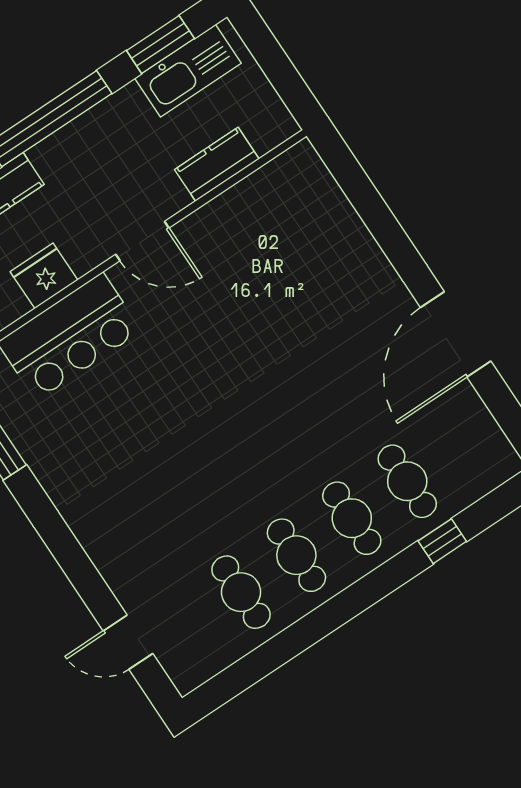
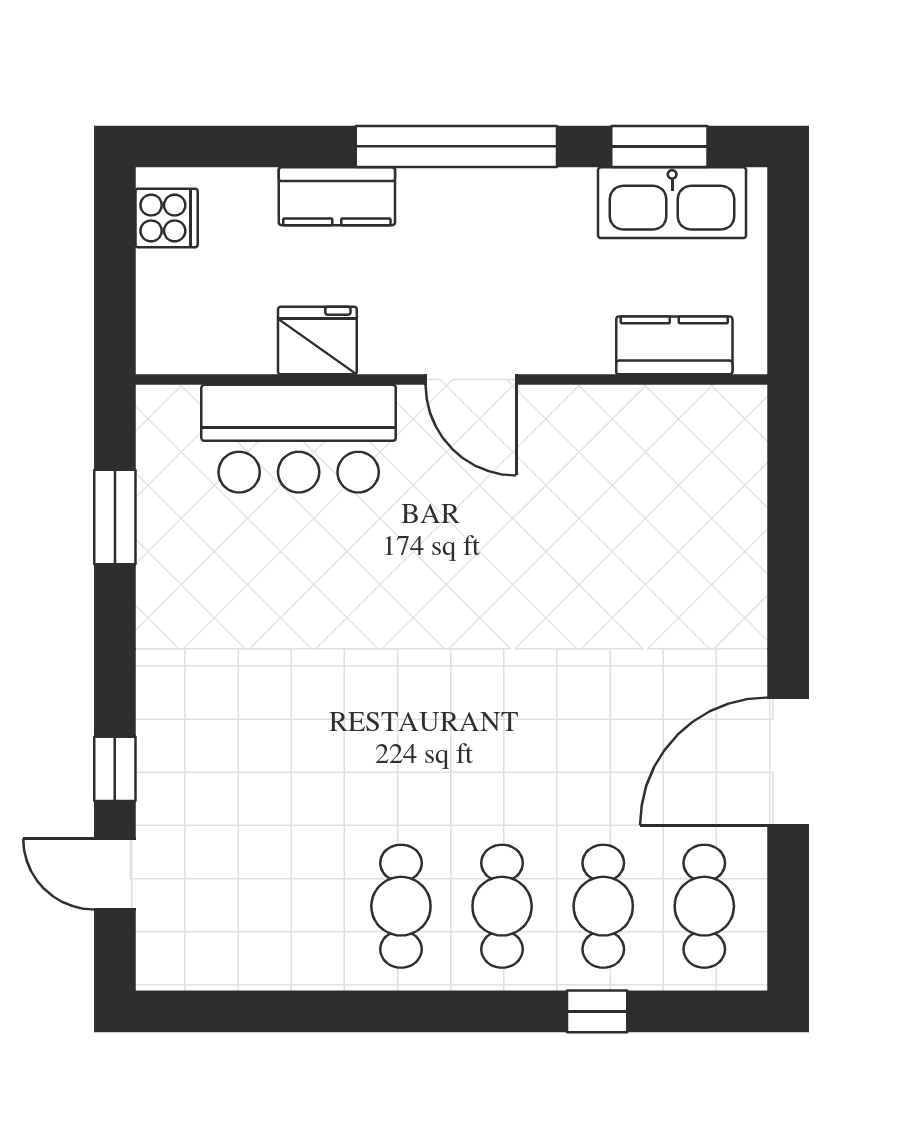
kitchen counter: (217, 164) -> (674, 345), moved
window: (90, 585) -> (115, 769), added
cafe table: (241, 592) -> (704, 906), moved

